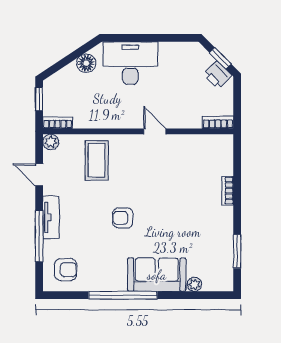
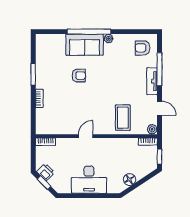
desk: (130, 63) -> (89, 180), moved
door: (155, 131) -> (86, 136), swing flipped
armchair: (123, 218) -> (79, 76), moved
window: (237, 251) -> (33, 74), moved
plant: (194, 284) -> (109, 39), moved
window: (123, 295) -> (89, 32), moved

